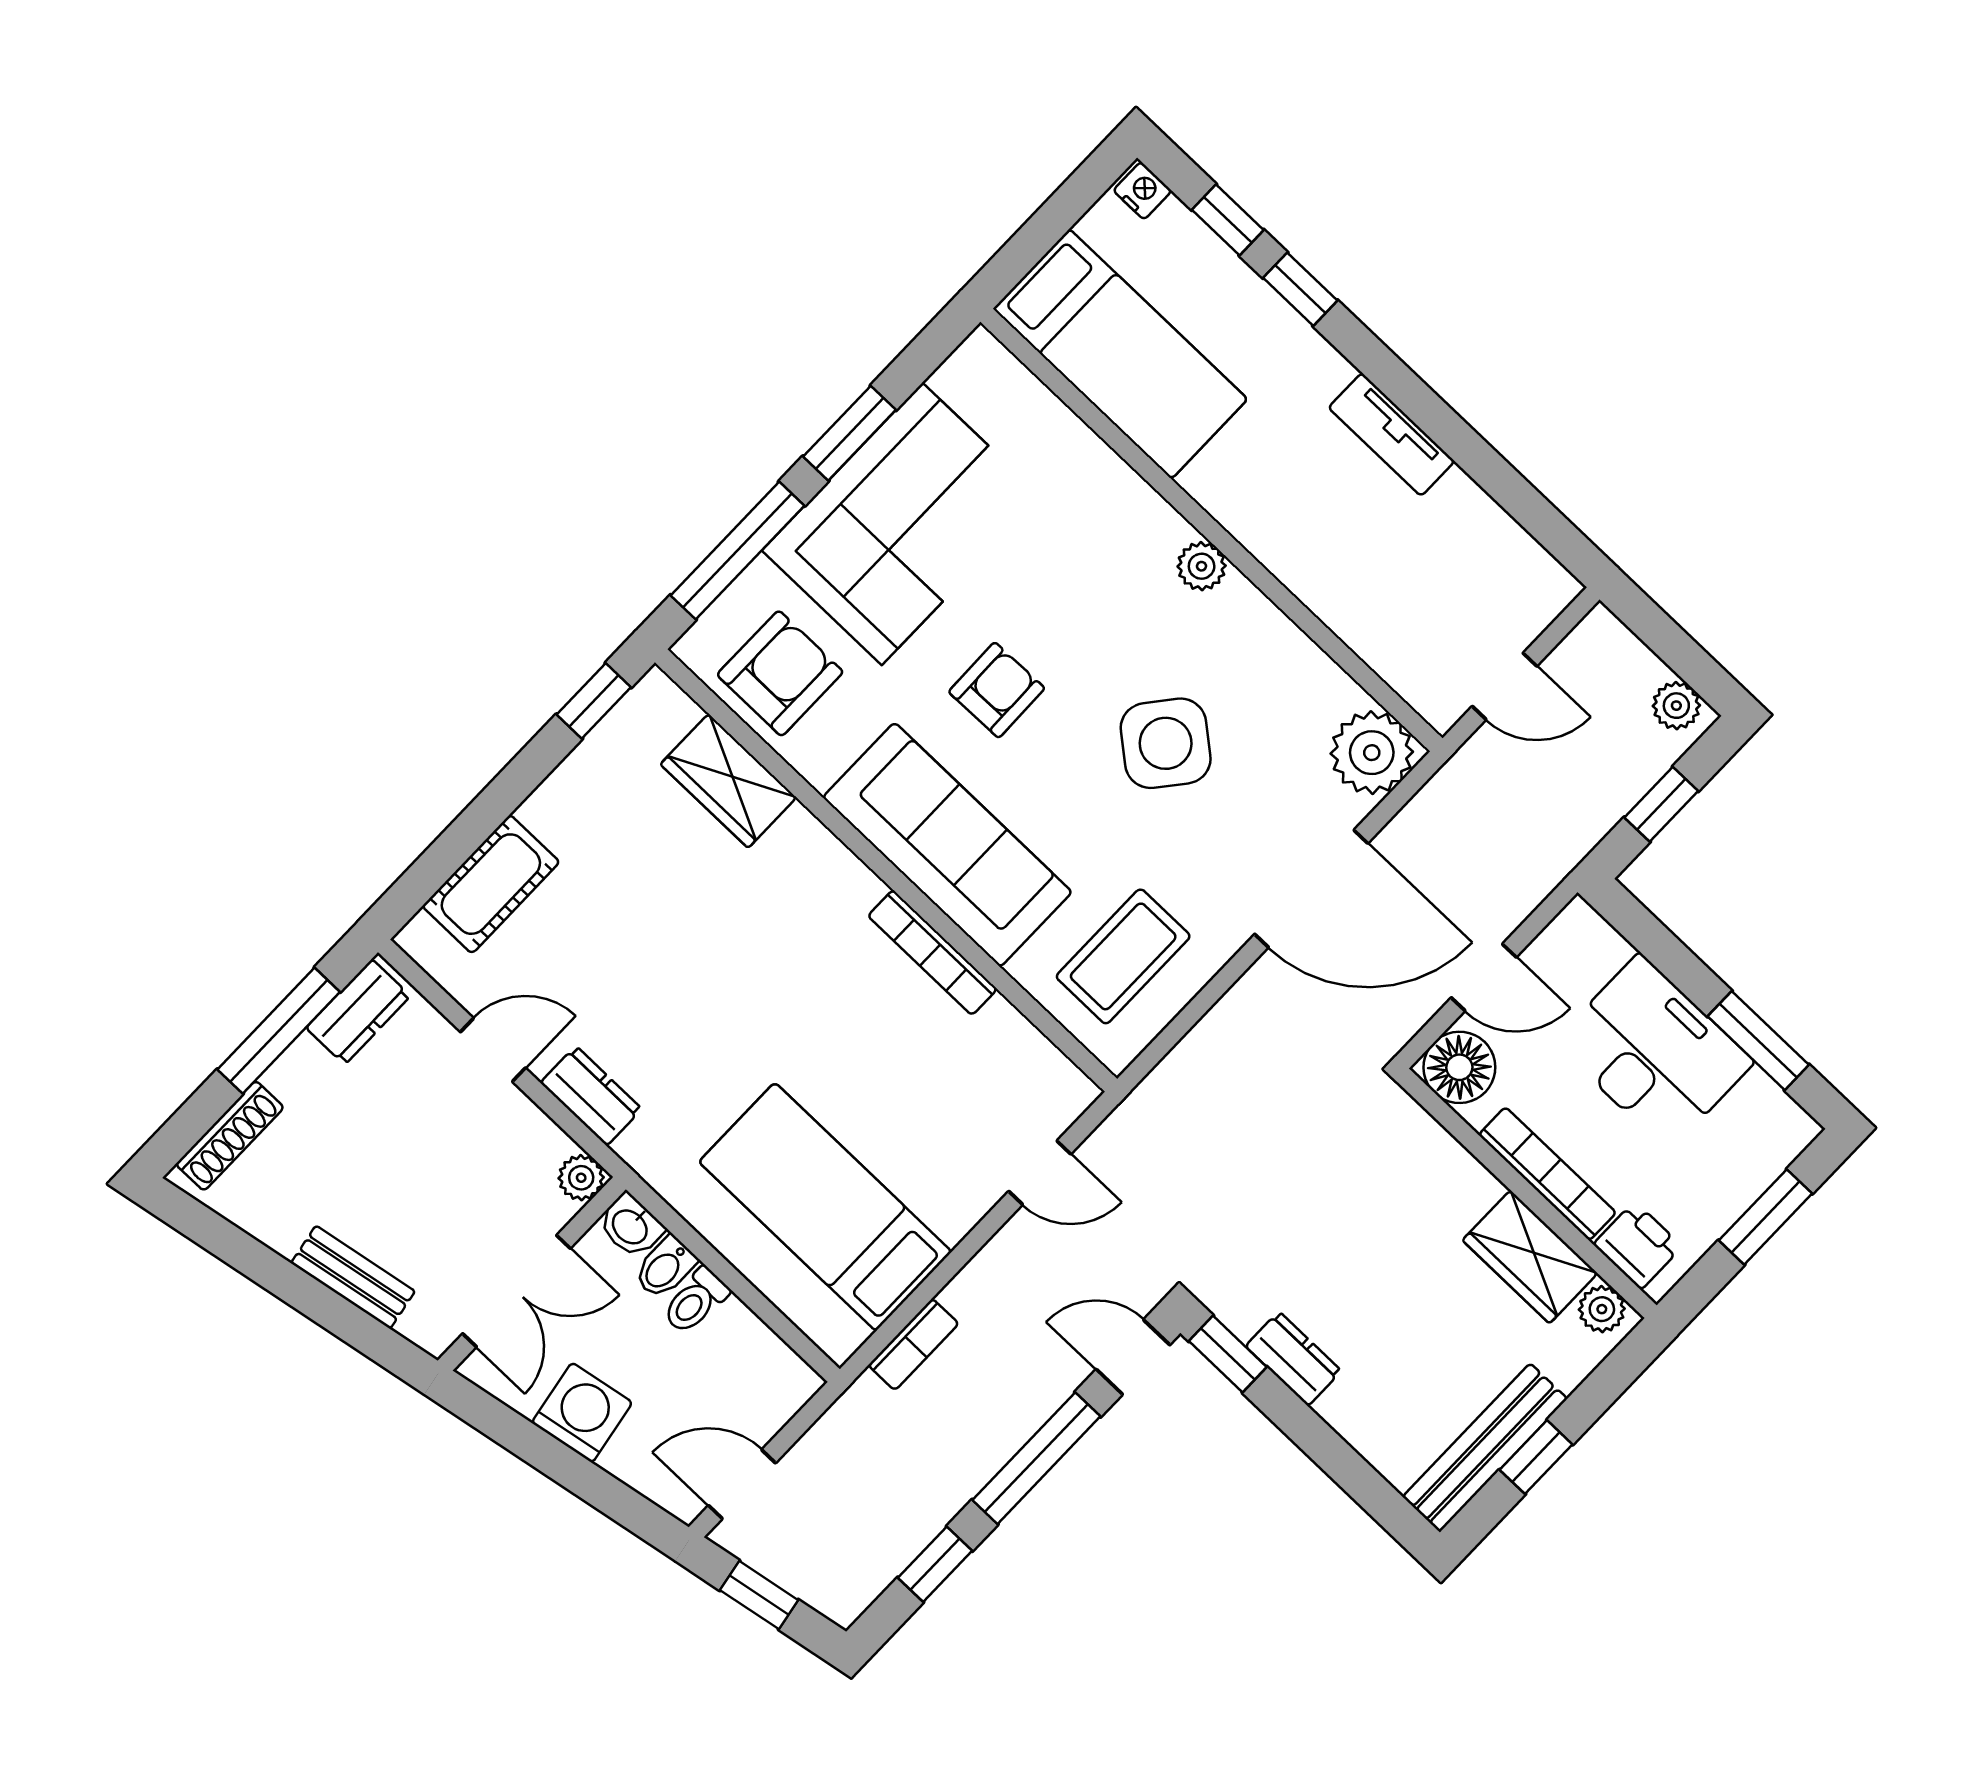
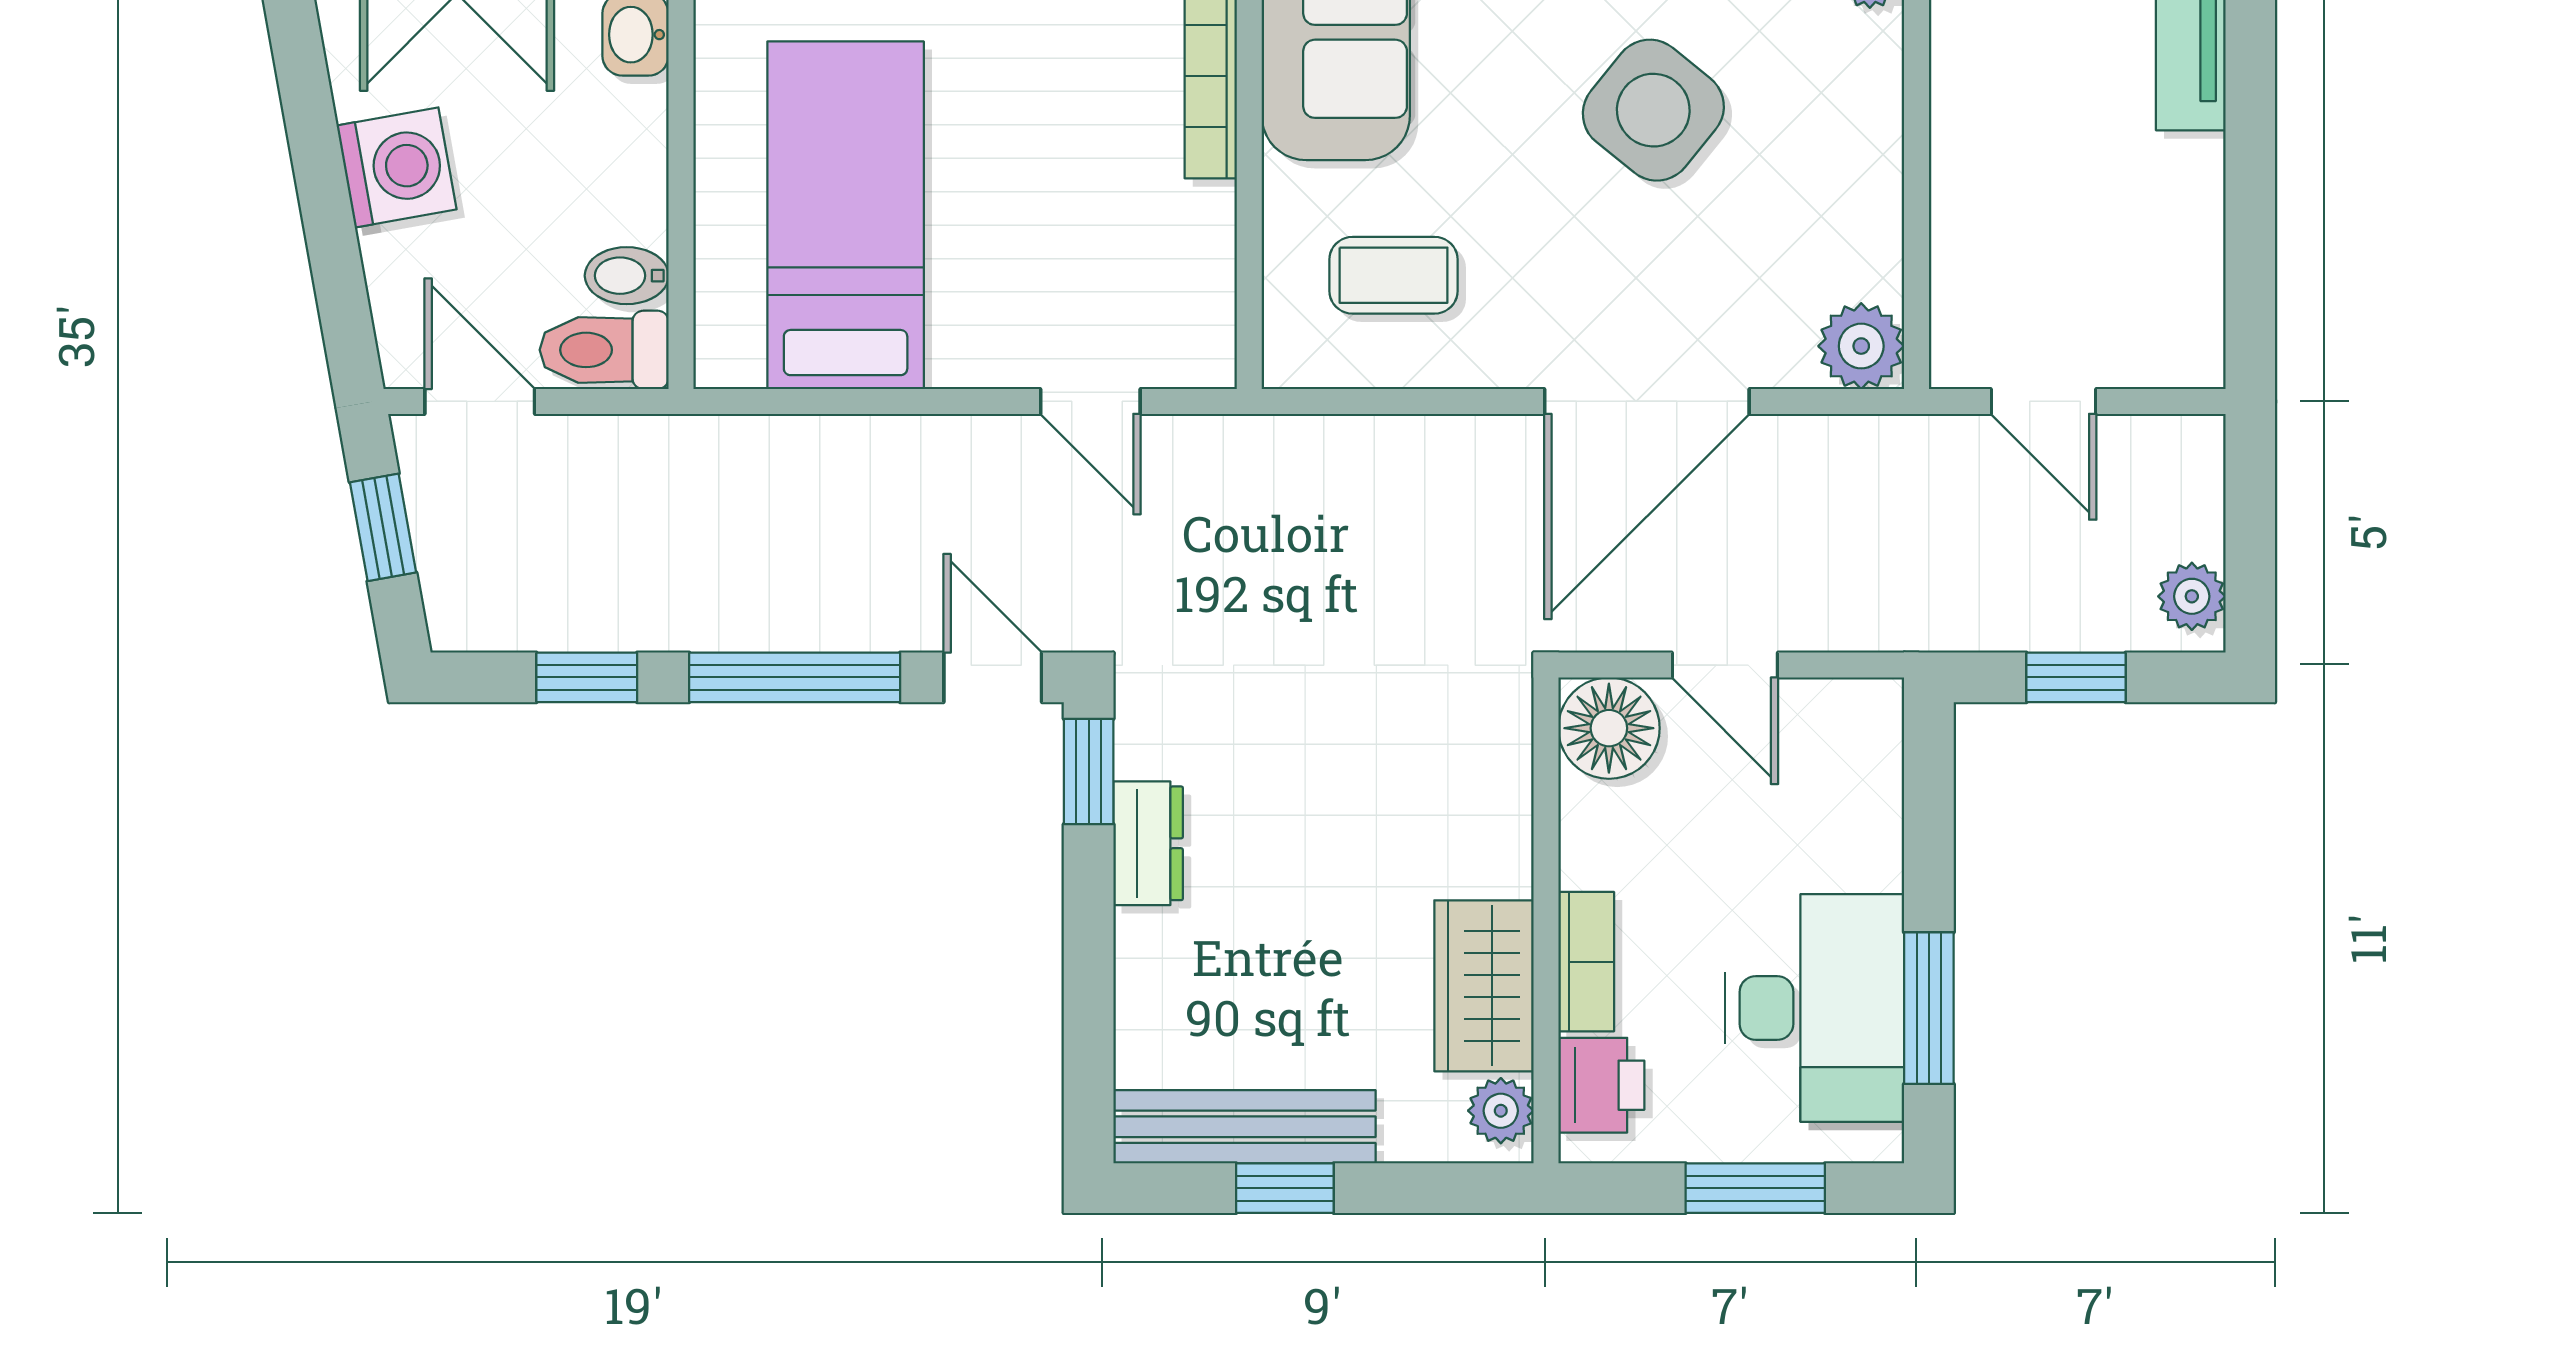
plant: (1372, 753) -> (1861, 346), width x0.73, depth x0.73
door: (1311, 889) -> (1647, 401), hinge flipped
coffee table: (1123, 956) -> (1393, 275), width x0.73, depth x0.77
desk: (1654, 1052) -> (1815, 1008), moved
bookcase: (1547, 1174) -> (1586, 962), width x0.64
bidet: (665, 1267) -> (627, 276), moved
toilet: (695, 1301) -> (604, 350), moved, width x1.37, depth x1.39
bookcase: (913, 1344) -> (791, 440), removed

